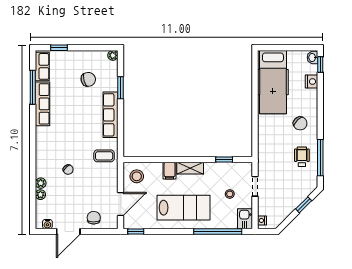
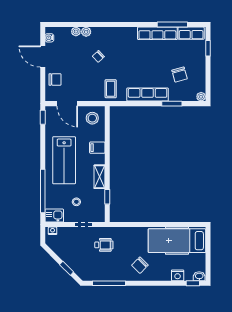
wheelchair: (302, 157) -> (104, 245), moved
shelving: (190, 168) -> (100, 177), moved

